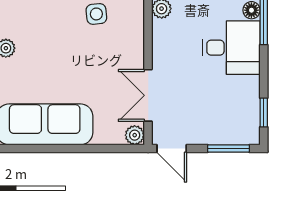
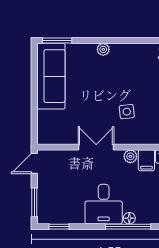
double door: (148, 95) -> (96, 147), moved
plant: (135, 135) -> (43, 138), removed

